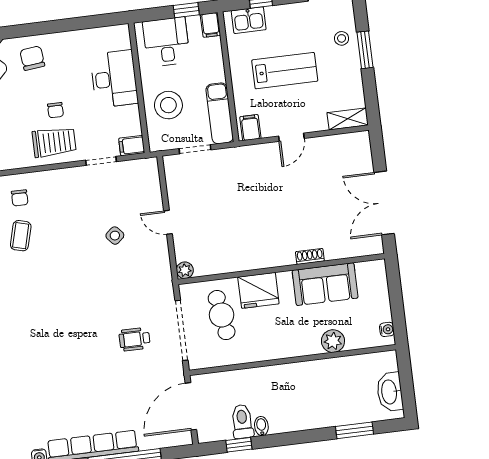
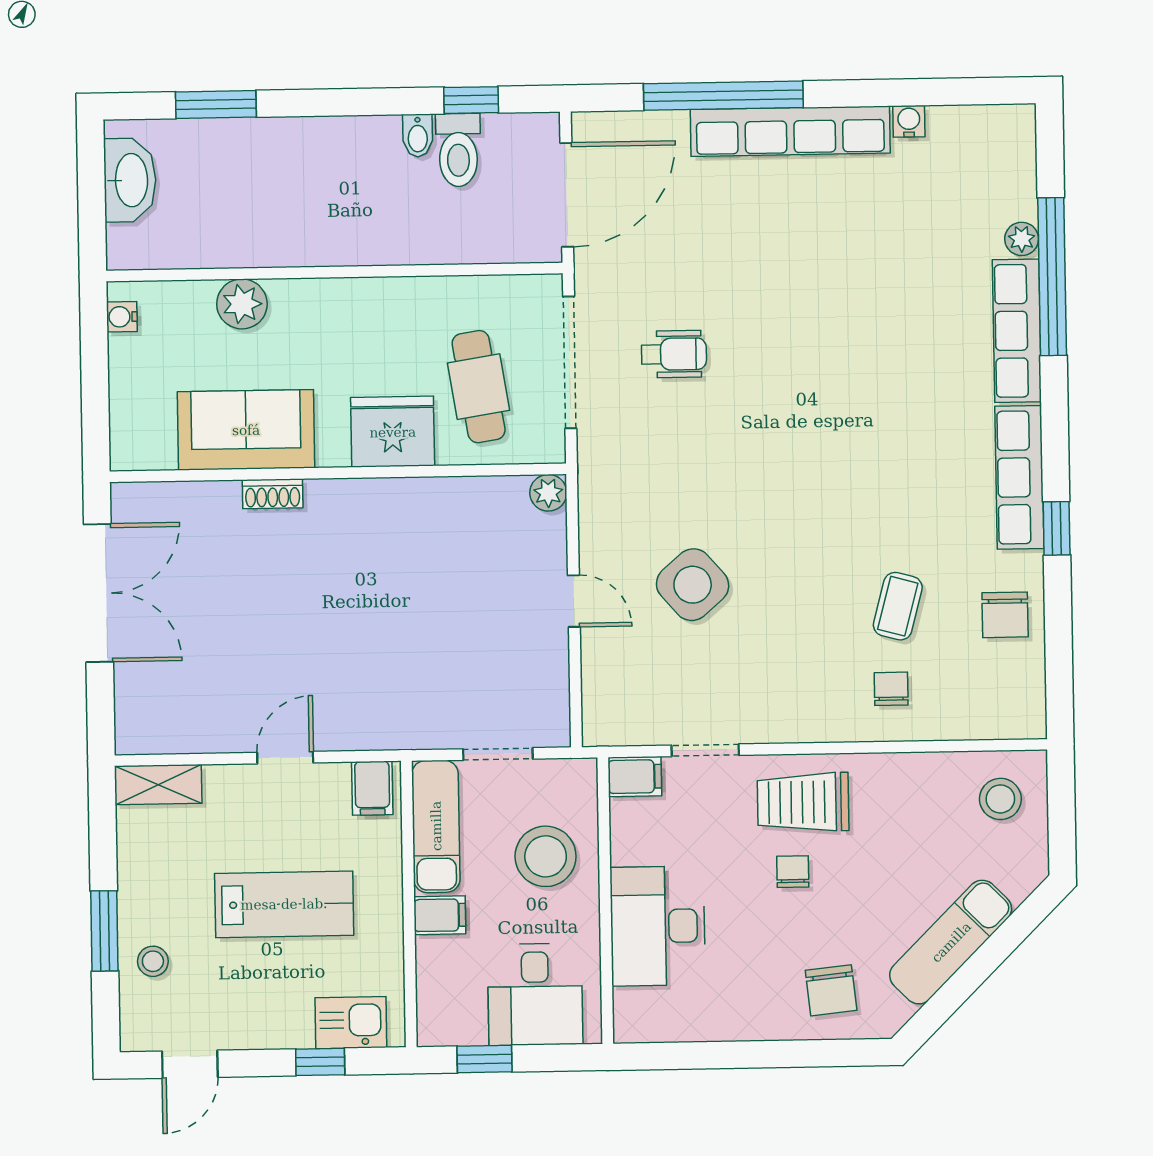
filing cabinet: (210, 25) -> (440, 915), moved, turned 90
lab bench: (285, 71) -> (284, 904), turned 180
side table: (115, 236) -> (693, 585), width x1.87, depth x1.87

